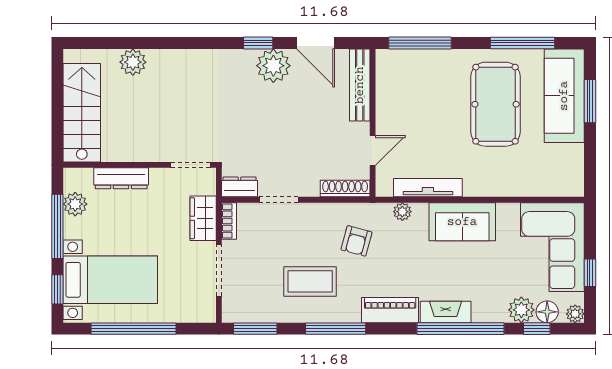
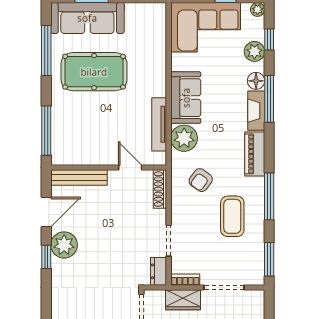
plant: (402, 212) -> (184, 138), width x1.88, depth x1.88
armchair: (357, 241) -> (201, 180), turned 111
floor lamp: (547, 312) -> (256, 81), moved
window: (461, 329) -> (269, 99), width x0.68

